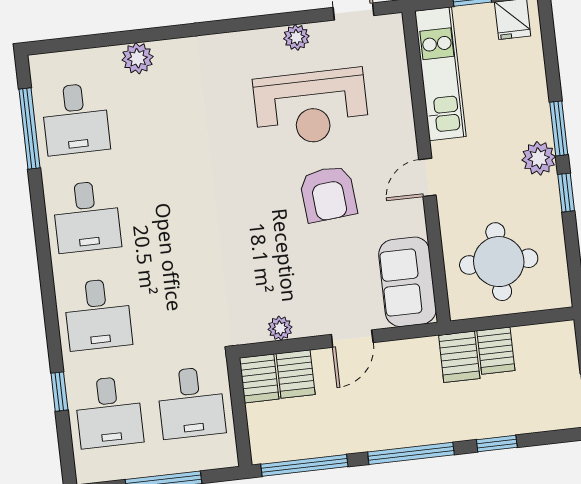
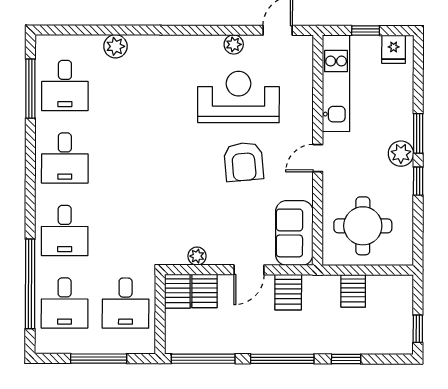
reception desk: (311, 107) -> (238, 97), turned 180
server rack: (459, 357) -> (288, 292), moved
window: (59, 392) -> (30, 284), width x3.17

